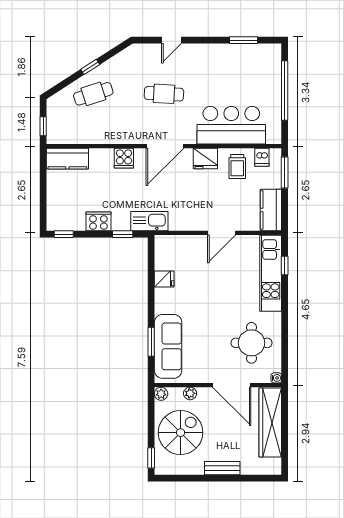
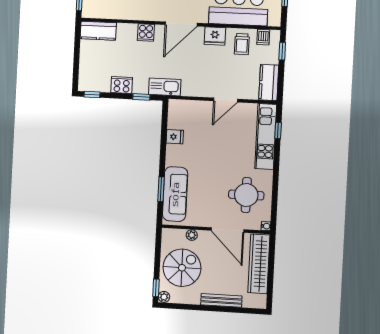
window: (285, 173) -> (282, 51), width x0.67
plant: (161, 394) -> (164, 297), moved
bench: (222, 468) -> (221, 300), width x1.36

